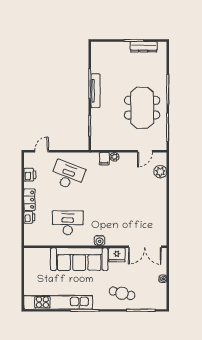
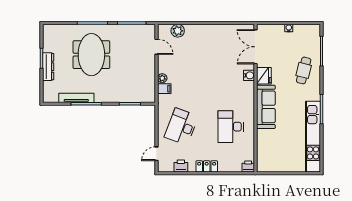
dresser: (144, 47) -> (48, 67), moved
tv unit: (95, 91) -> (76, 98), moved
meeting table: (142, 108) -> (91, 55), moved, turned 90
door: (42, 151) -> (156, 154), hinge flipped
printer: (29, 217) -> (248, 166), moved
water cooler: (100, 240) -> (249, 75), moved
double door: (145, 247) -> (255, 47), swing flipped
sofa: (79, 259) -> (266, 107), width x0.74, depth x0.79

